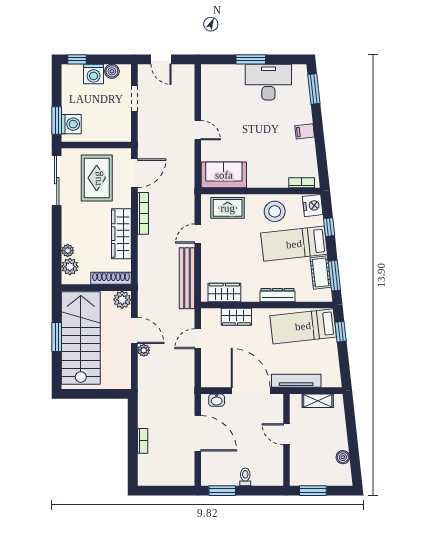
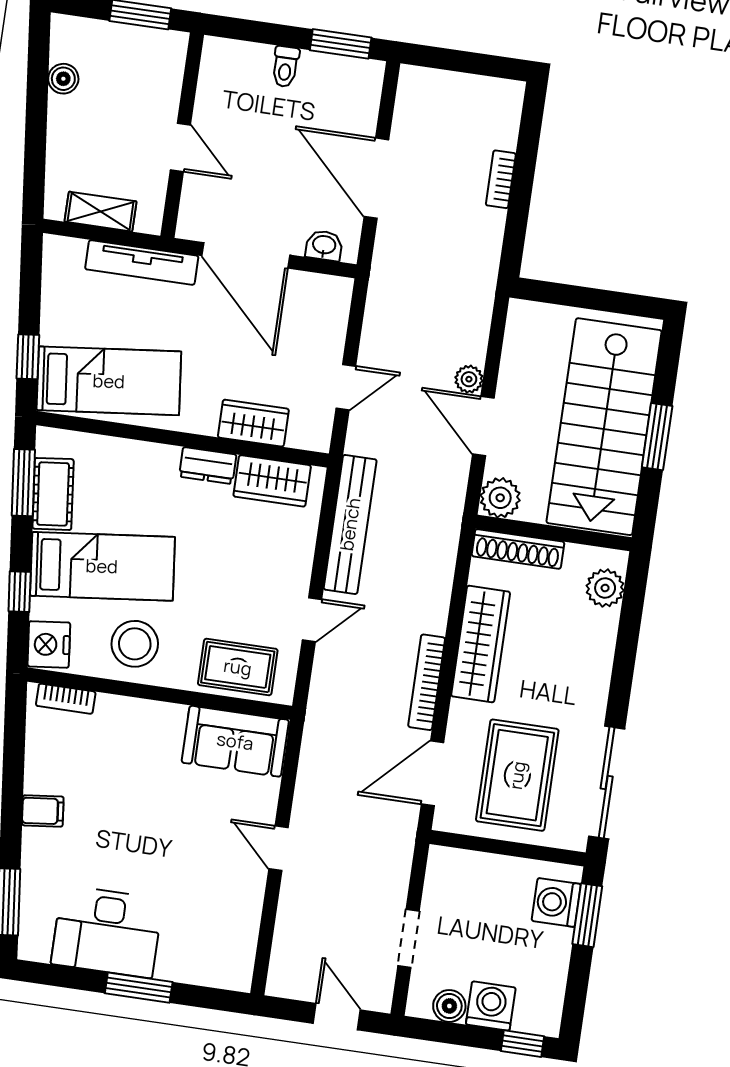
plant: (68, 251) -> (605, 624), removed
dresser: (277, 295) -> (208, 466), moved, width x0.70

